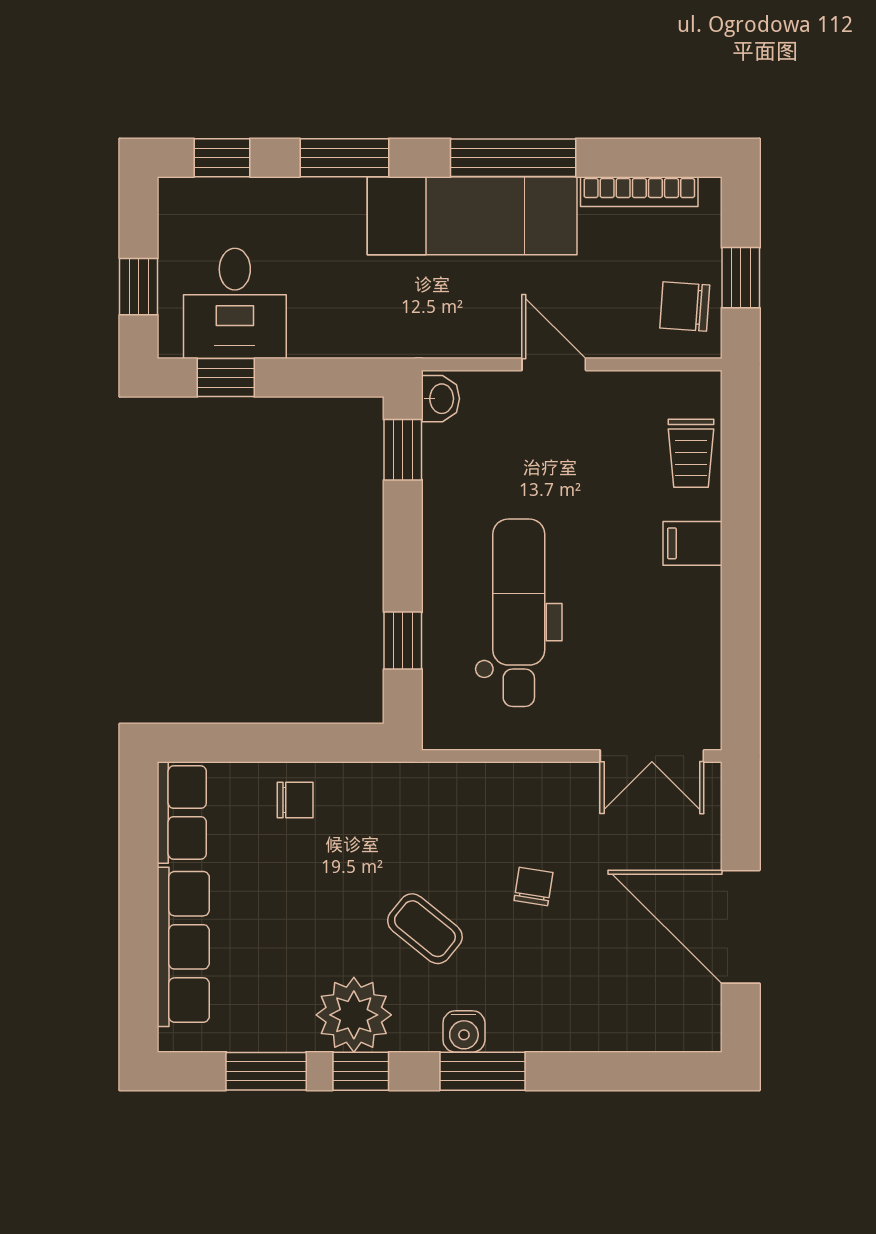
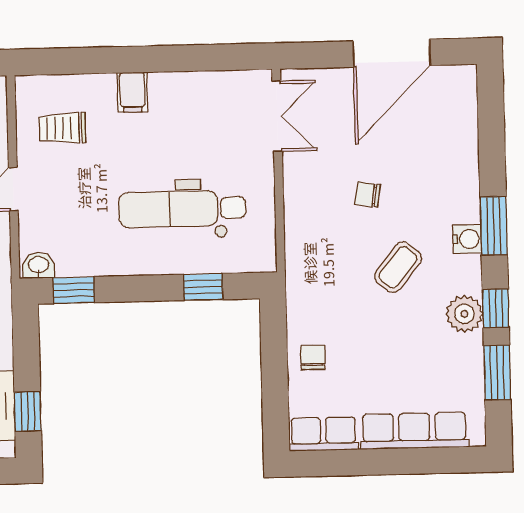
trolley: (691, 453) -> (62, 128), moved, turned 180
plant: (354, 1015) -> (464, 314), width x0.73, depth x0.73

